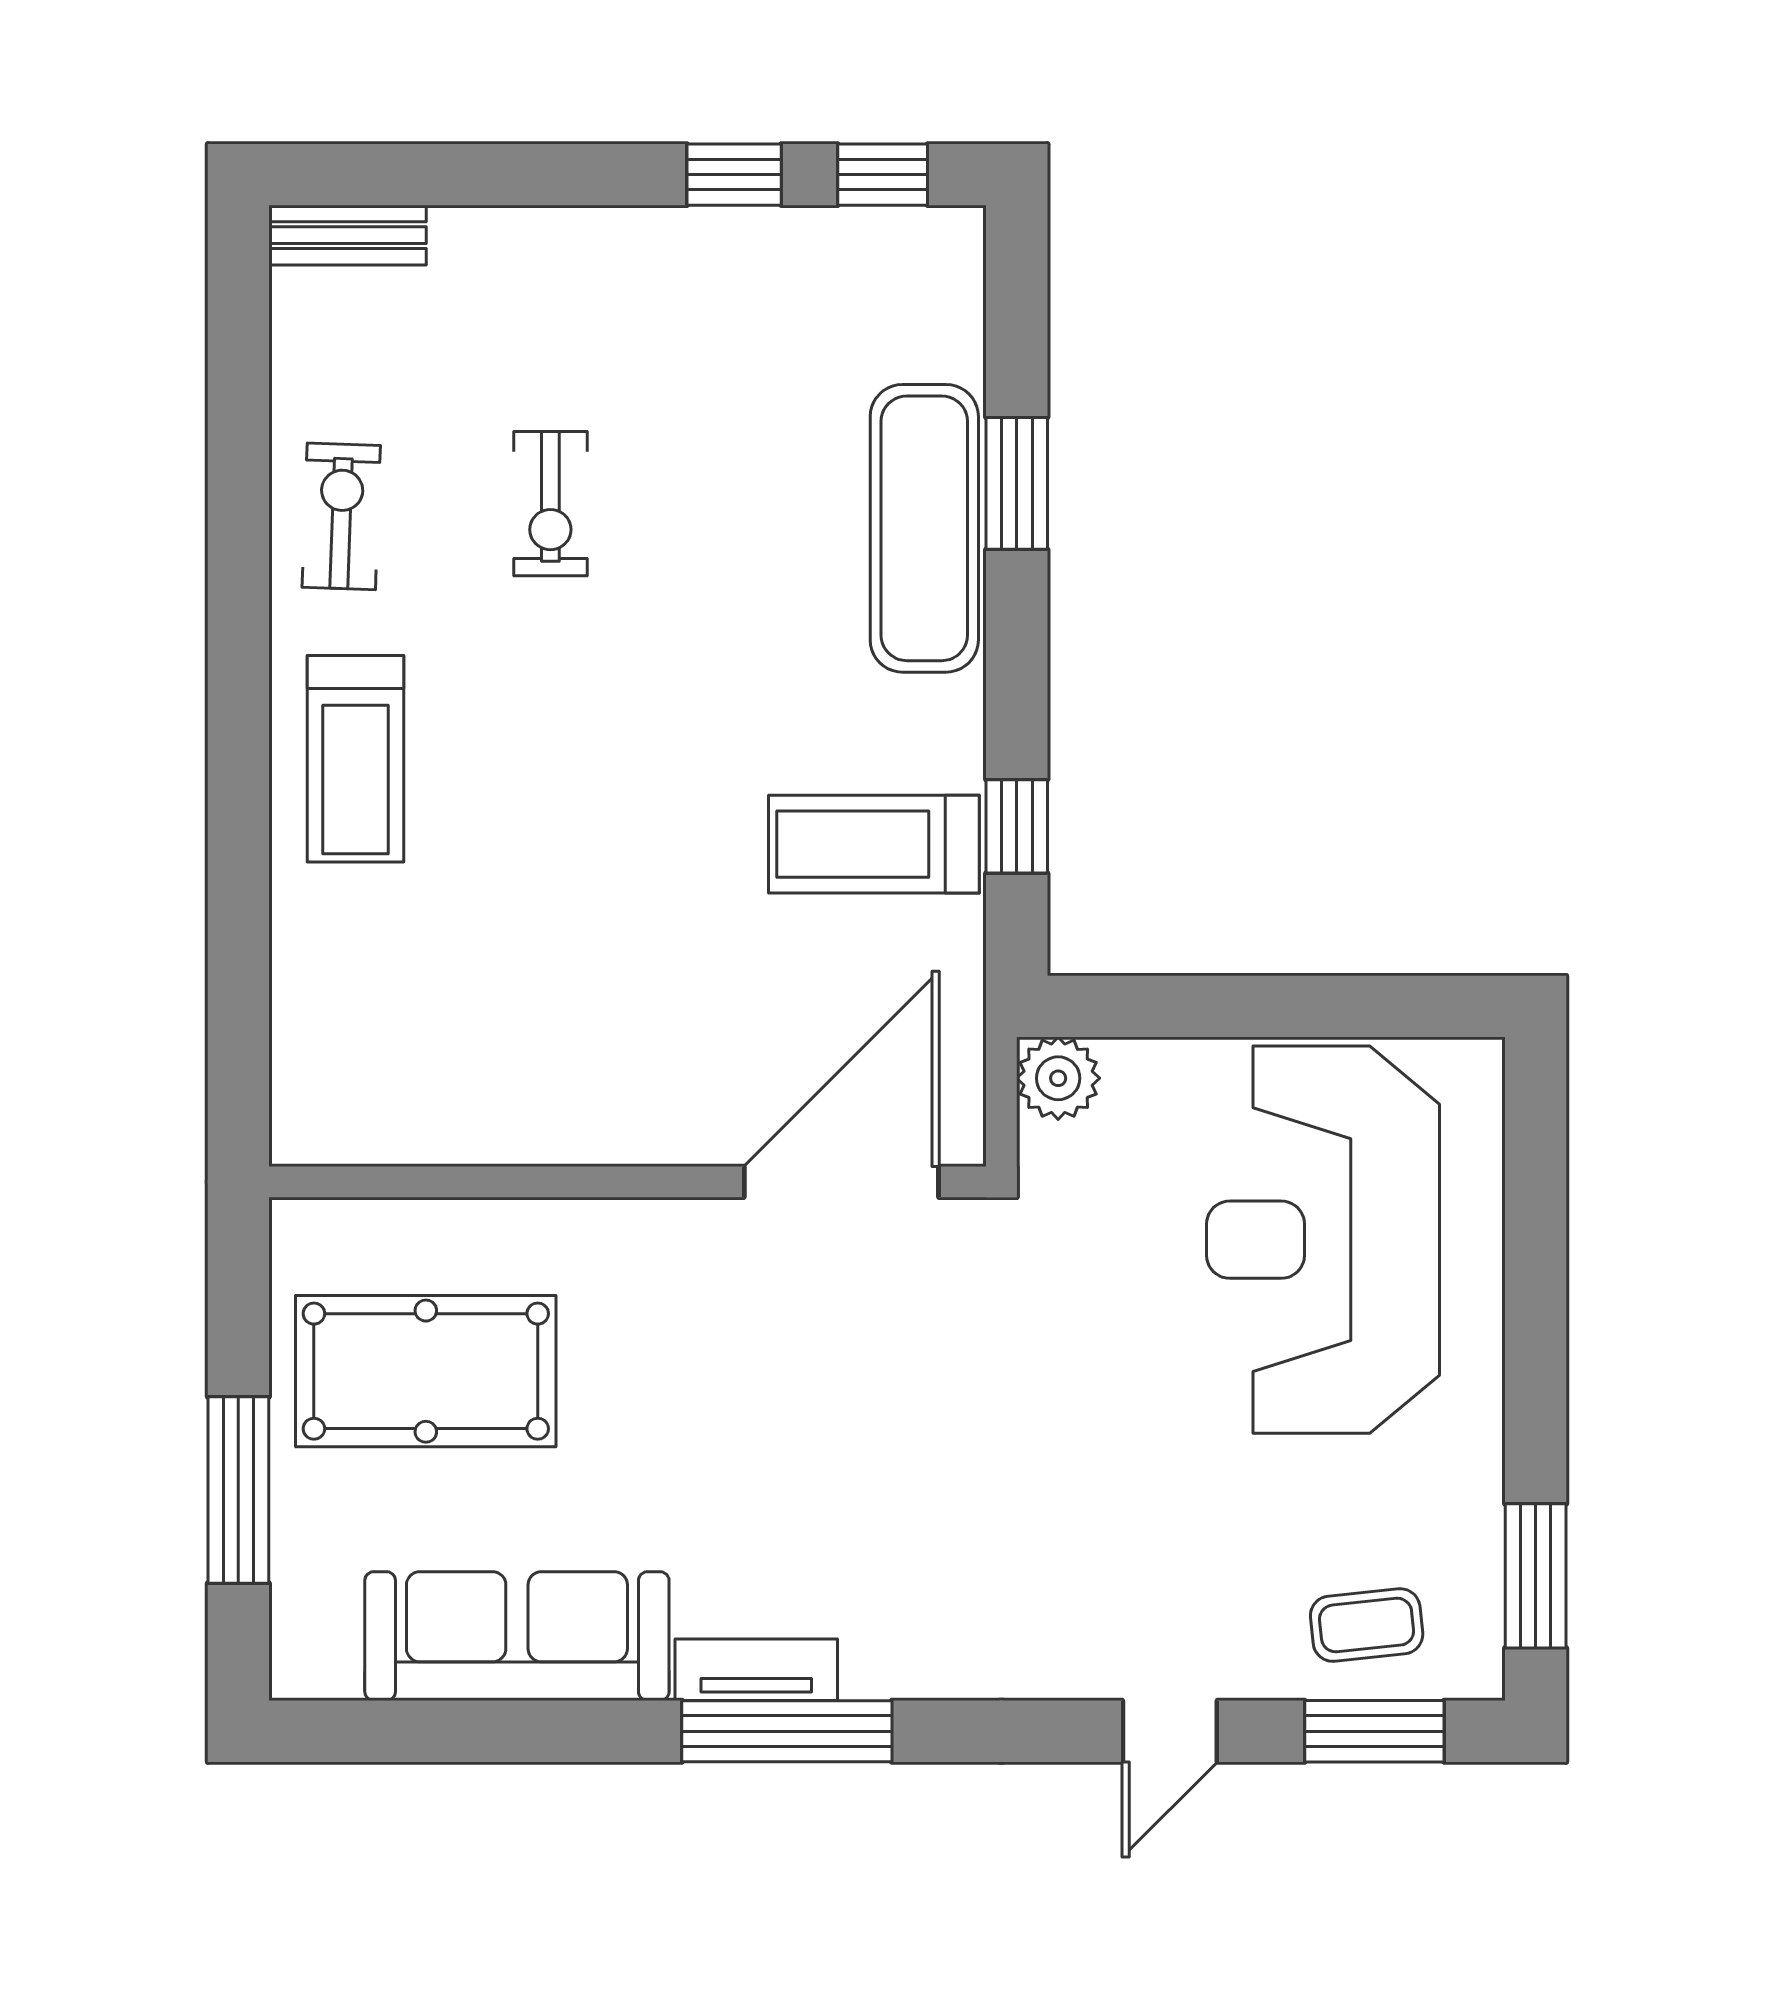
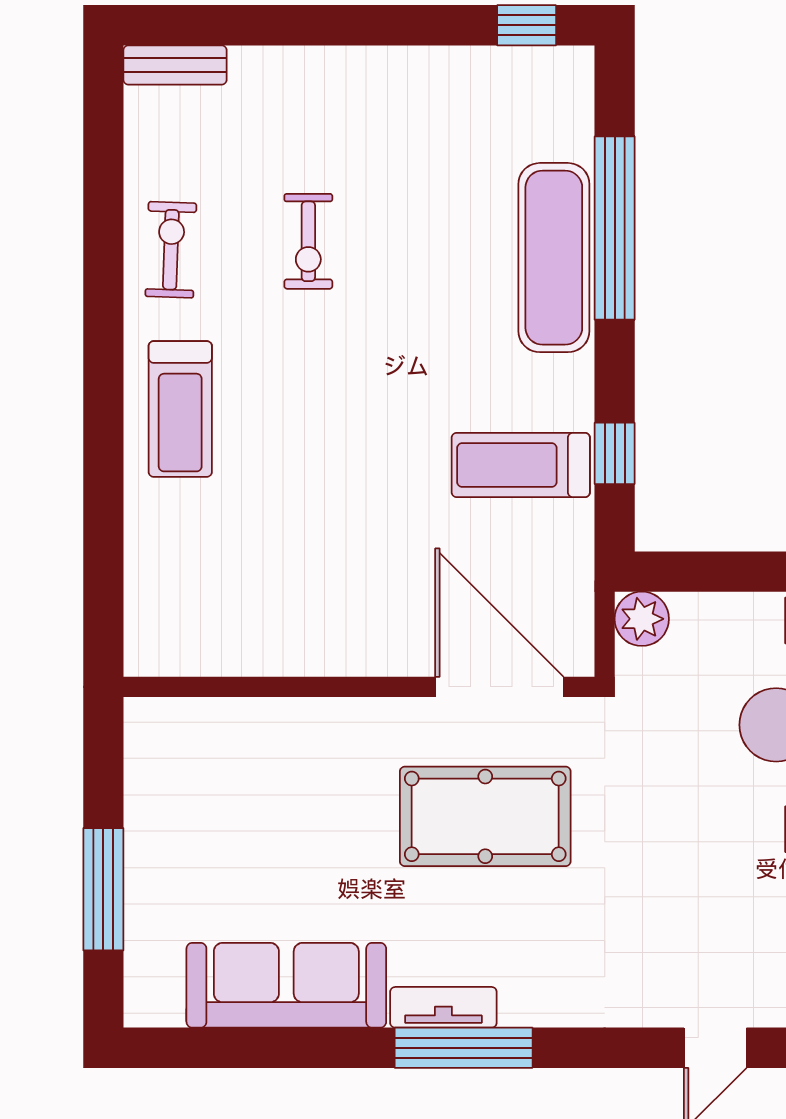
window: (734, 175) -> (429, 25), removed
window: (1017, 483) -> (615, 228), width x2.11
door: (841, 1182) -> (499, 687), hinge flipped
pool table: (426, 1371) -> (485, 816), moved

